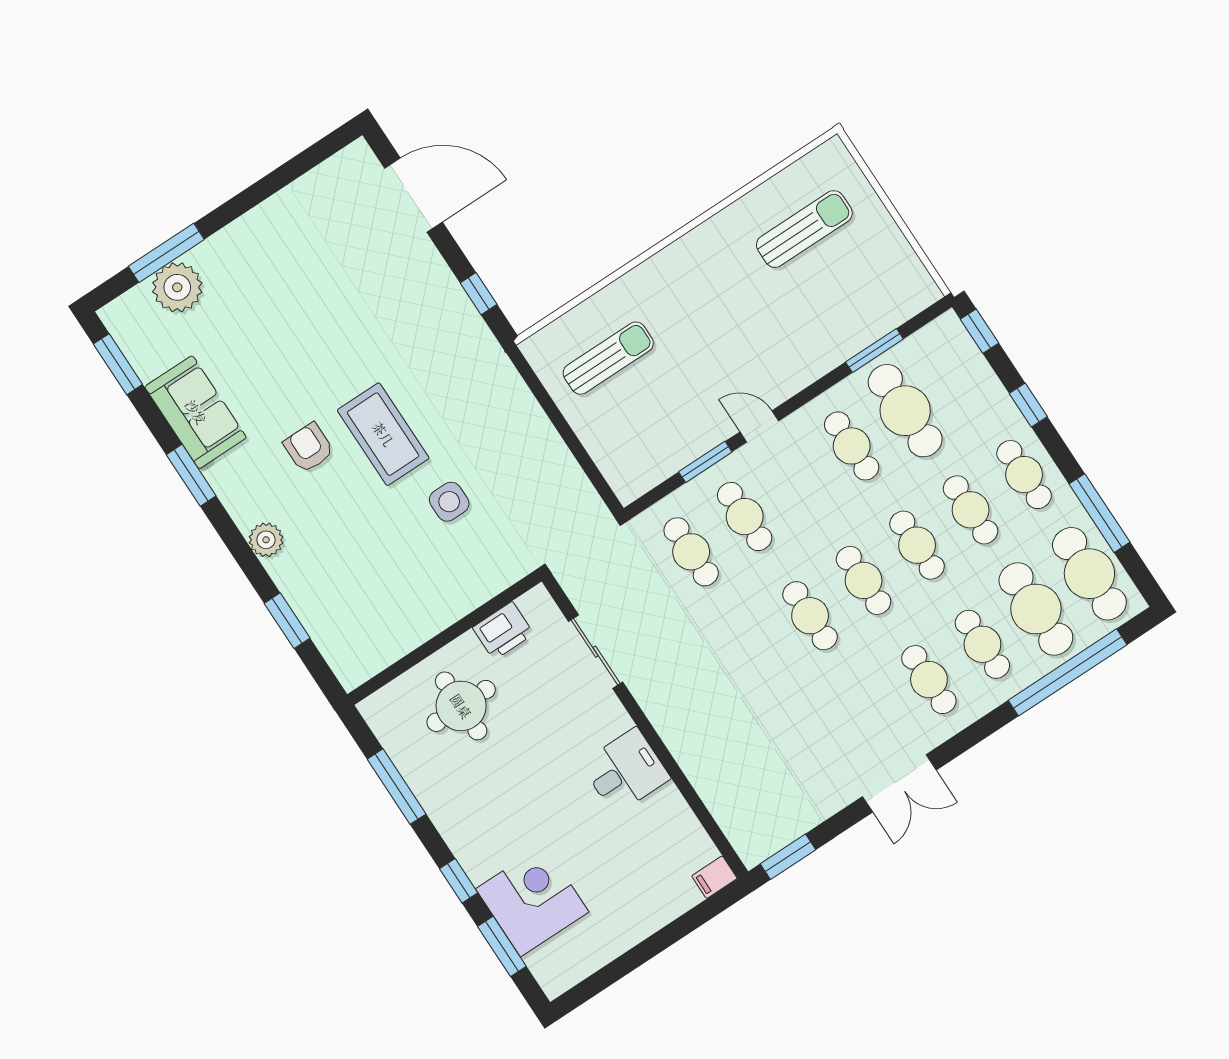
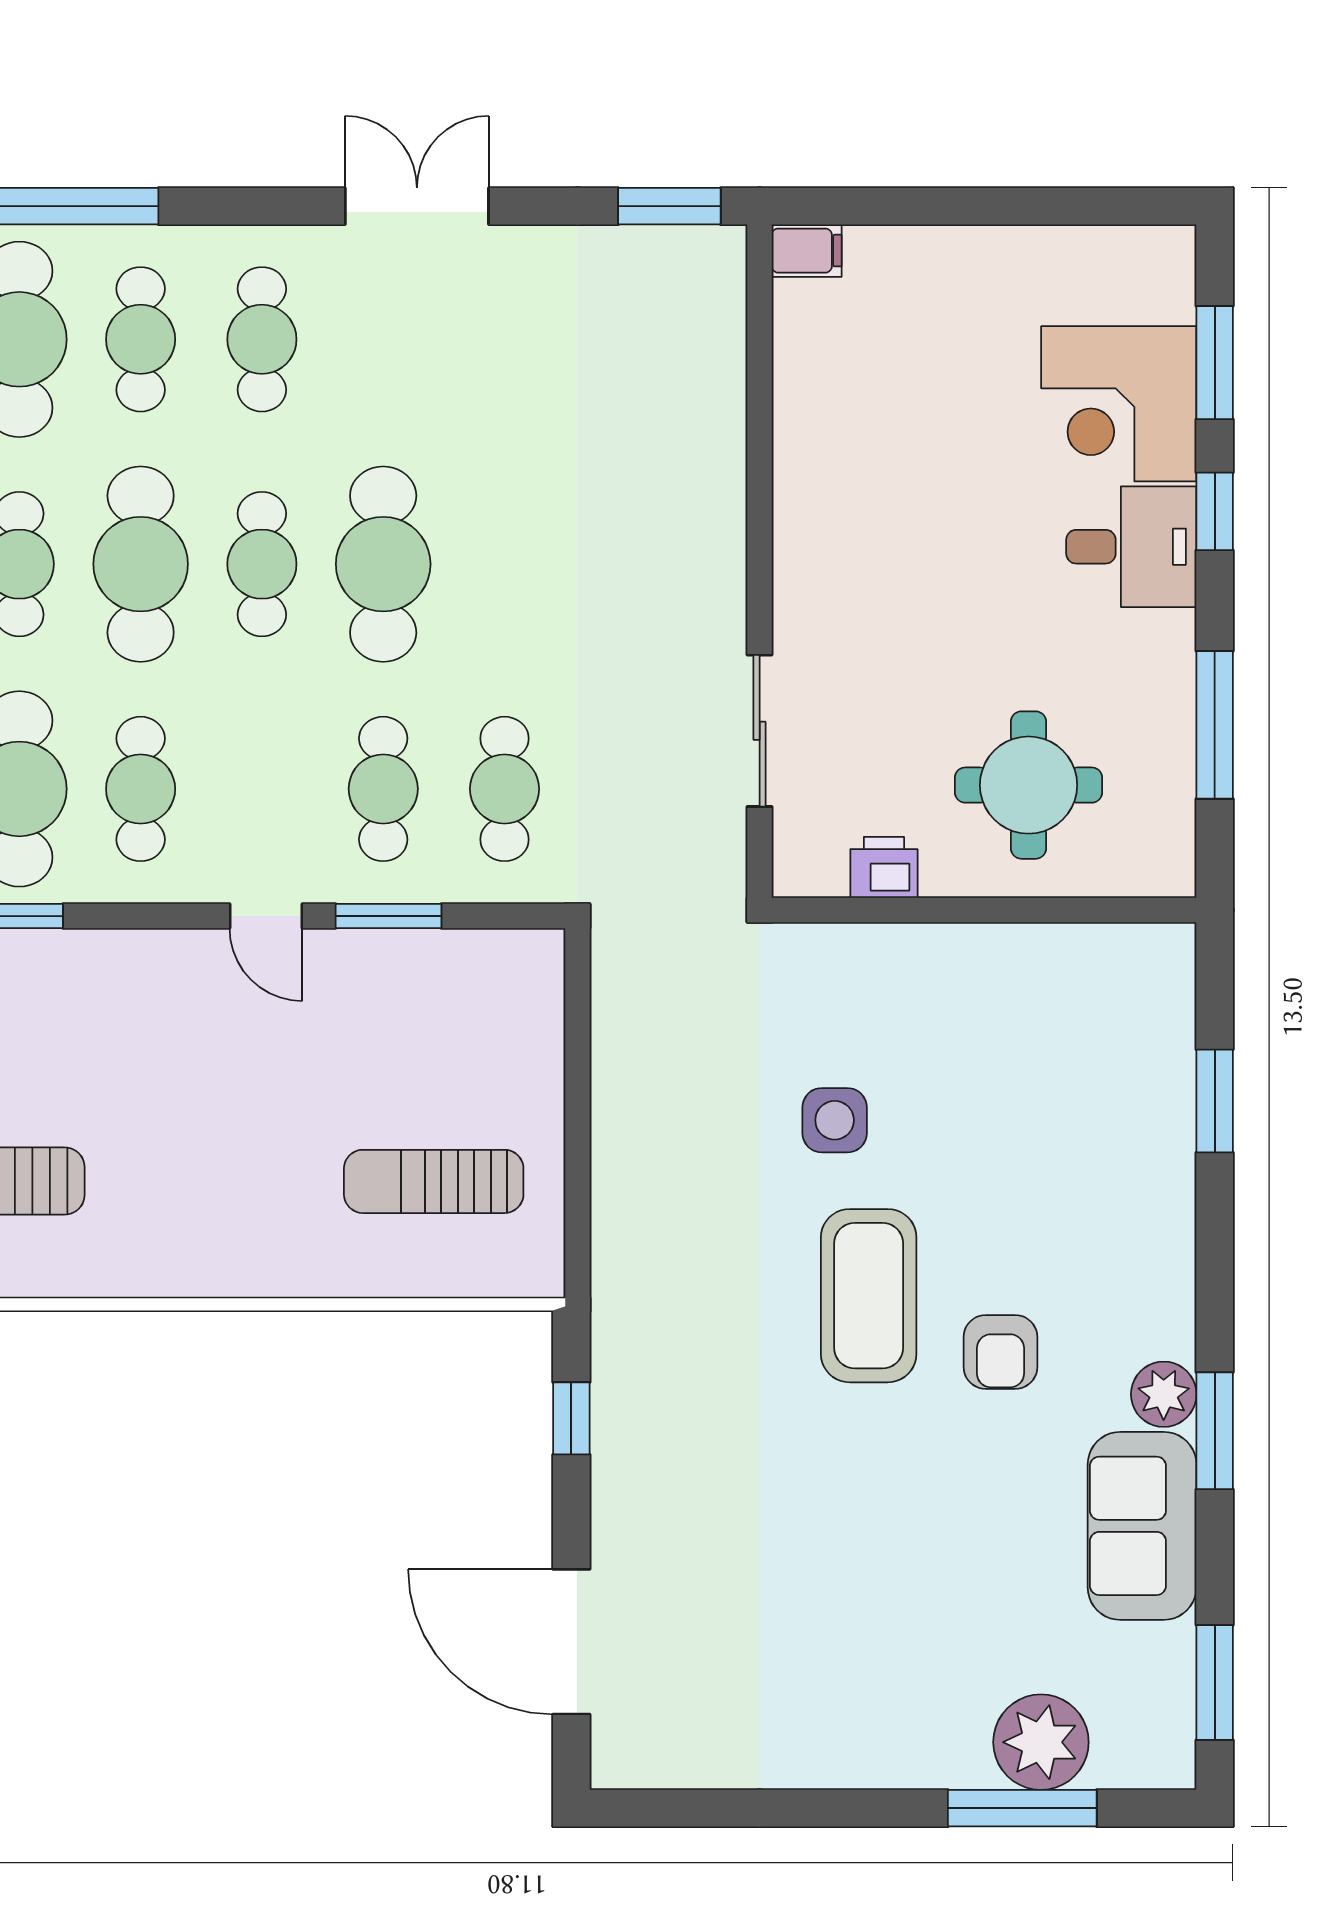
plant: (266, 540) -> (1164, 1394), moved
cafe table: (917, 545) -> (141, 564), width x1.37, depth x1.35
cafe table: (810, 616) -> (383, 564), width x1.37, depth x1.35
printer: (503, 631) -> (884, 867), width x0.73, depth x0.81
desk: (625, 771) -> (1131, 547), moved, turned 180

